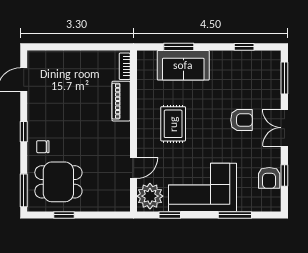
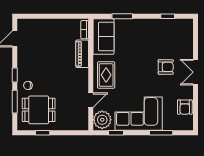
sofa: (183, 65) -> (104, 37), moved, turned -90
window: (284, 78) -> (196, 38), removed
rug: (173, 124) -> (106, 75), moved
window: (284, 176) -> (196, 105), removed
window: (24, 190) -> (15, 102), moved

